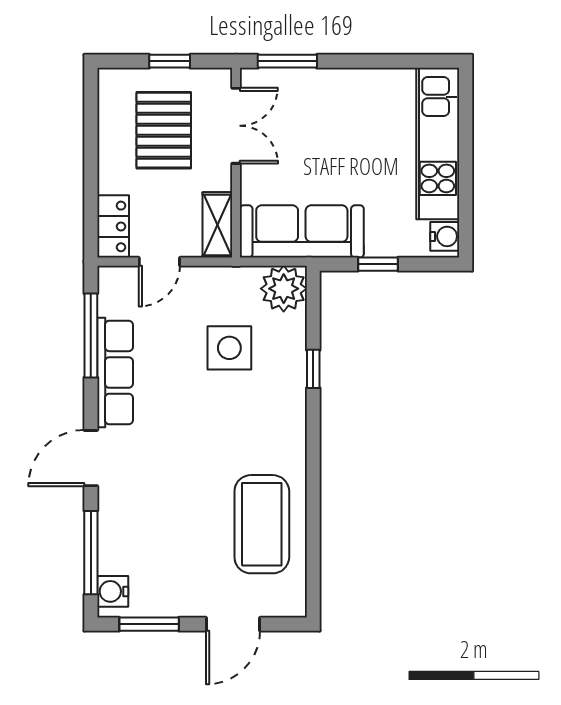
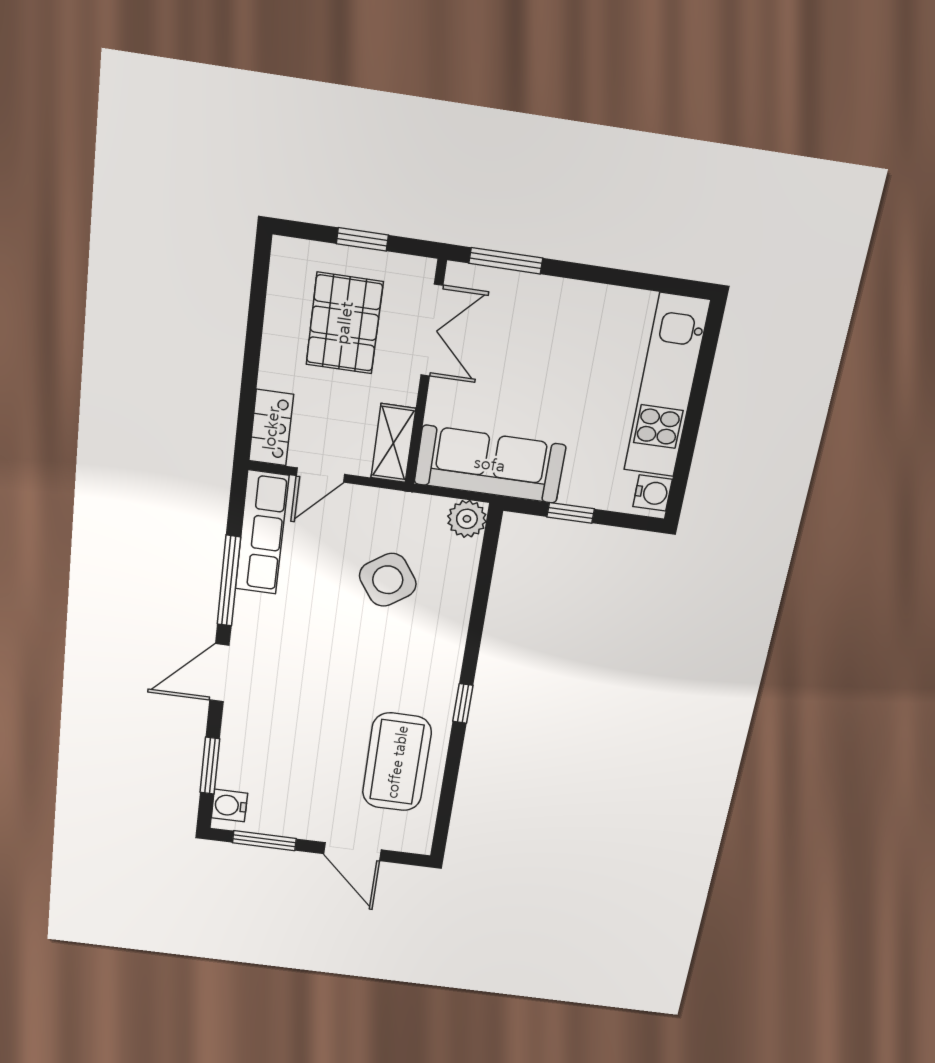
plant: (284, 289) -> (467, 519), width x0.73, depth x0.73
window: (91, 336) -> (229, 581), moved
side table: (229, 348) -> (388, 580), turned -35
window: (313, 369) -> (463, 703), moved
row of seats: (115, 372) -> (262, 533), moved
window: (91, 553) -> (210, 766), width x0.69
door: (233, 624) -> (352, 852), hinge flipped

